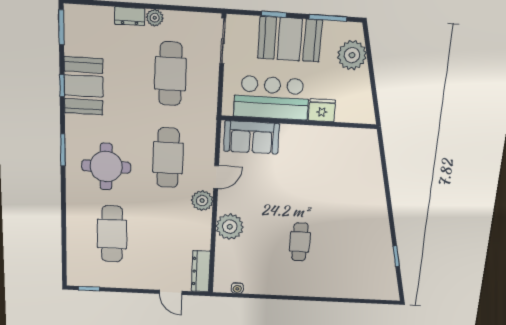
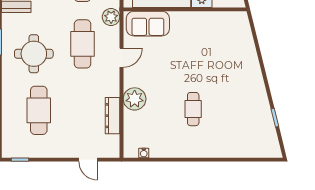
plant: (202, 201) -> (111, 17), moved
dresser: (201, 271) -> (112, 116), moved

